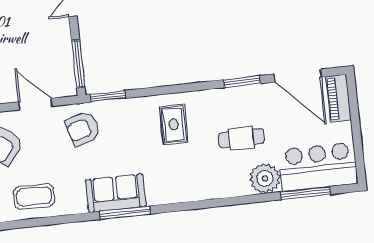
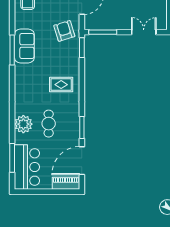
plant: (265, 178) -> (23, 124), moved

